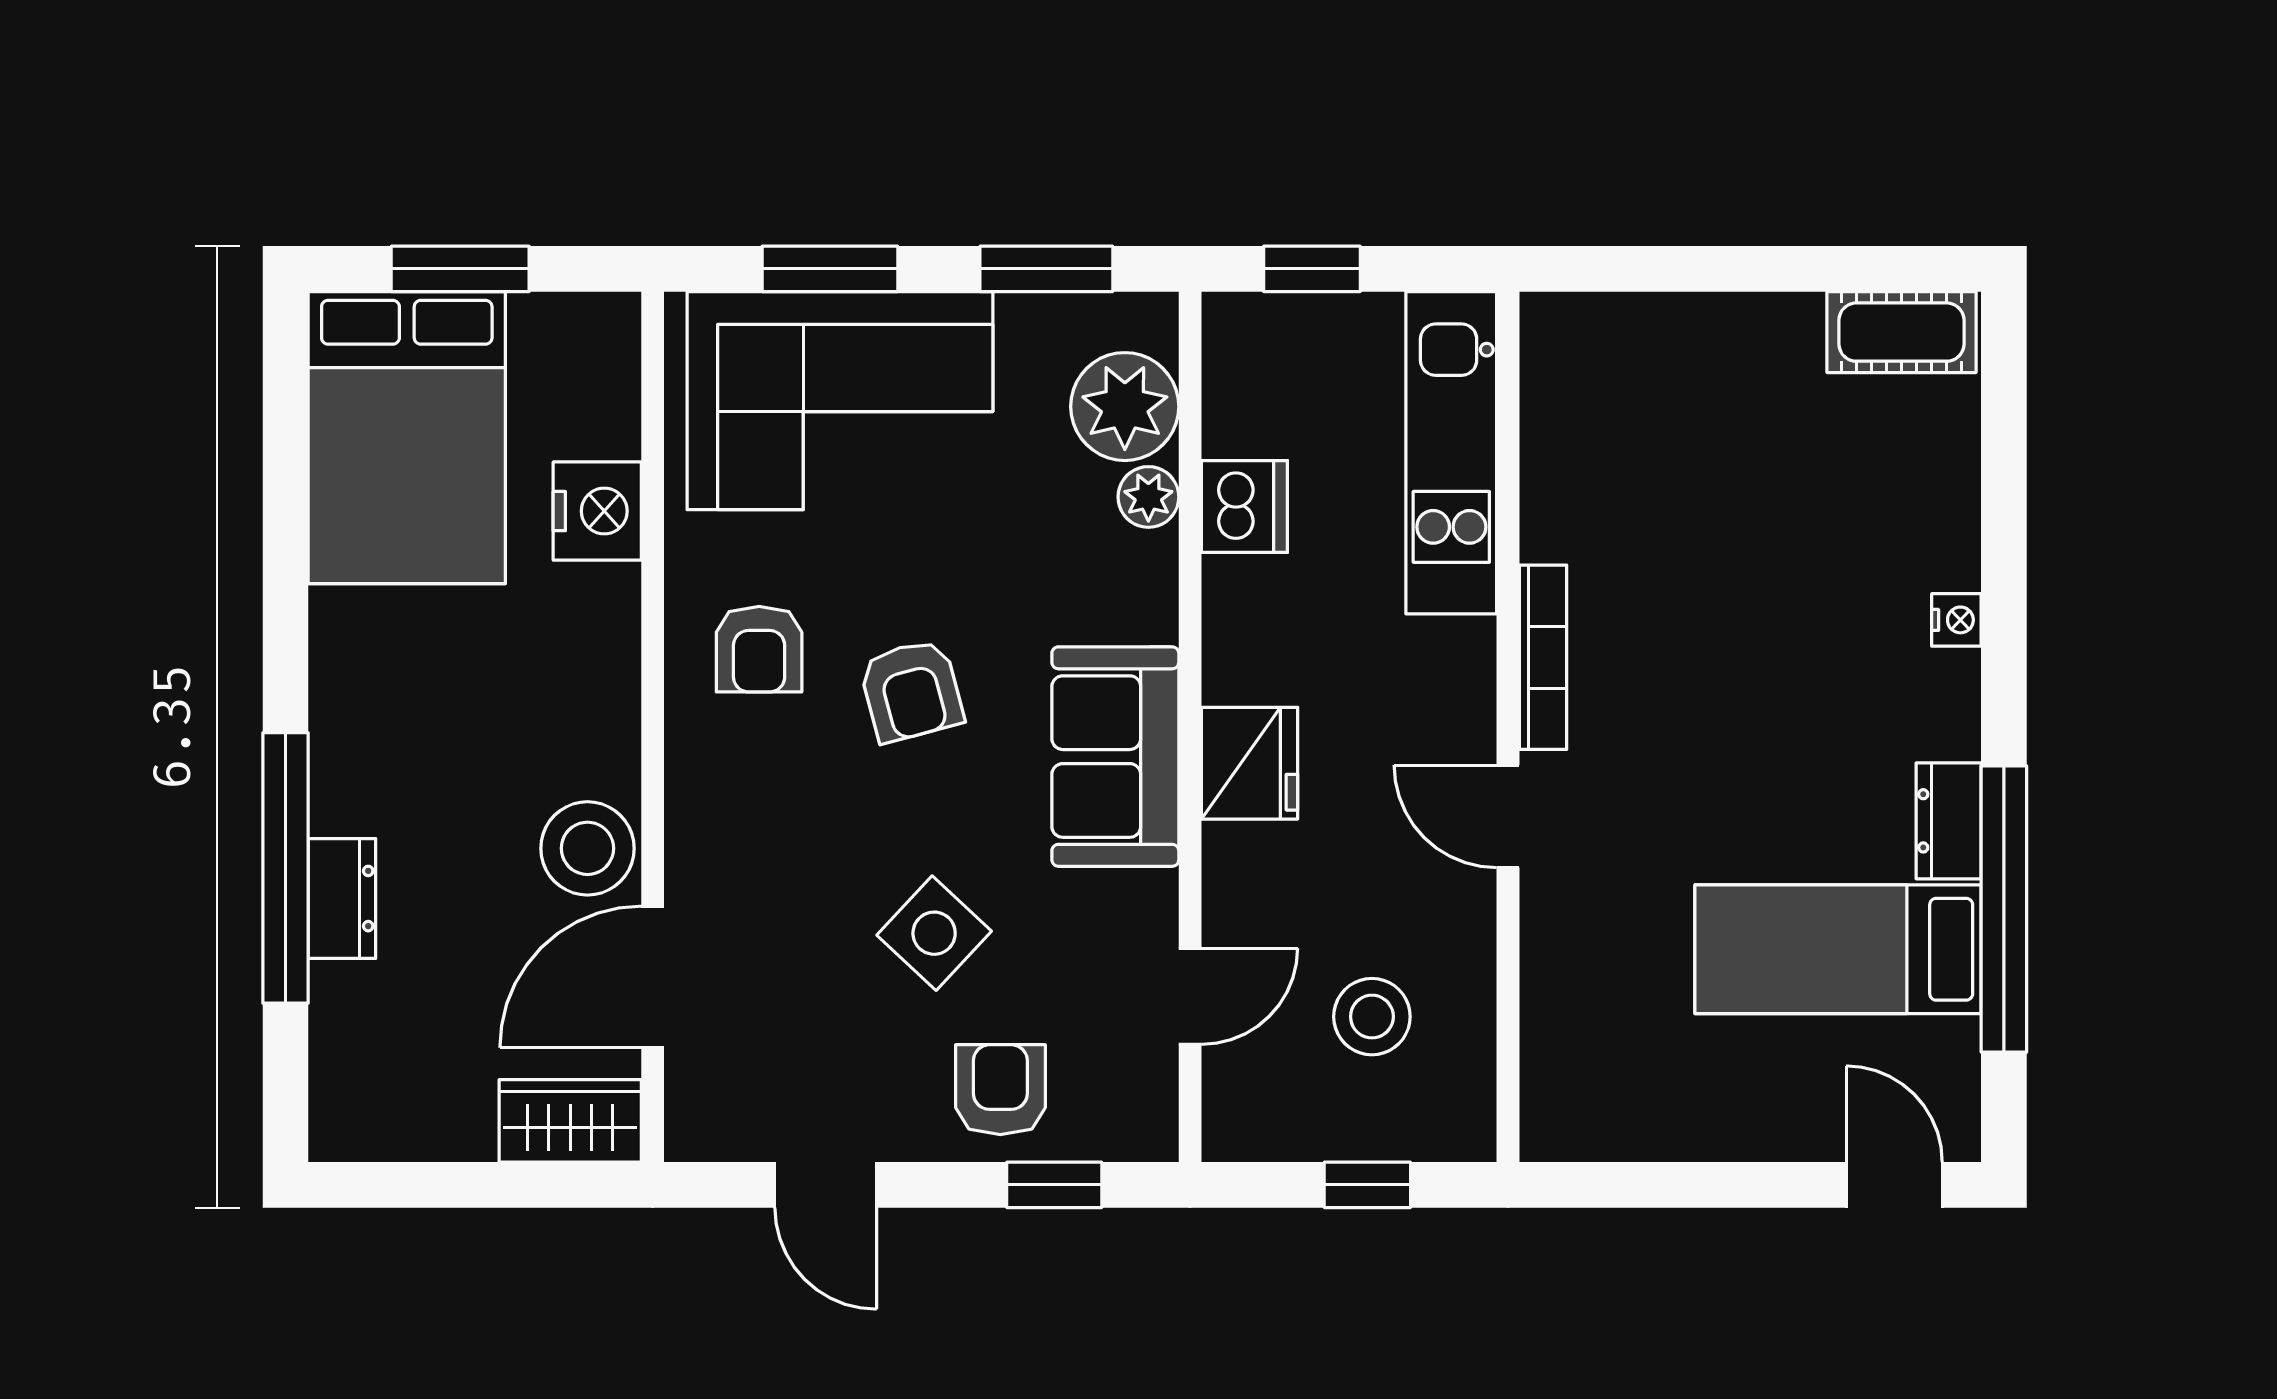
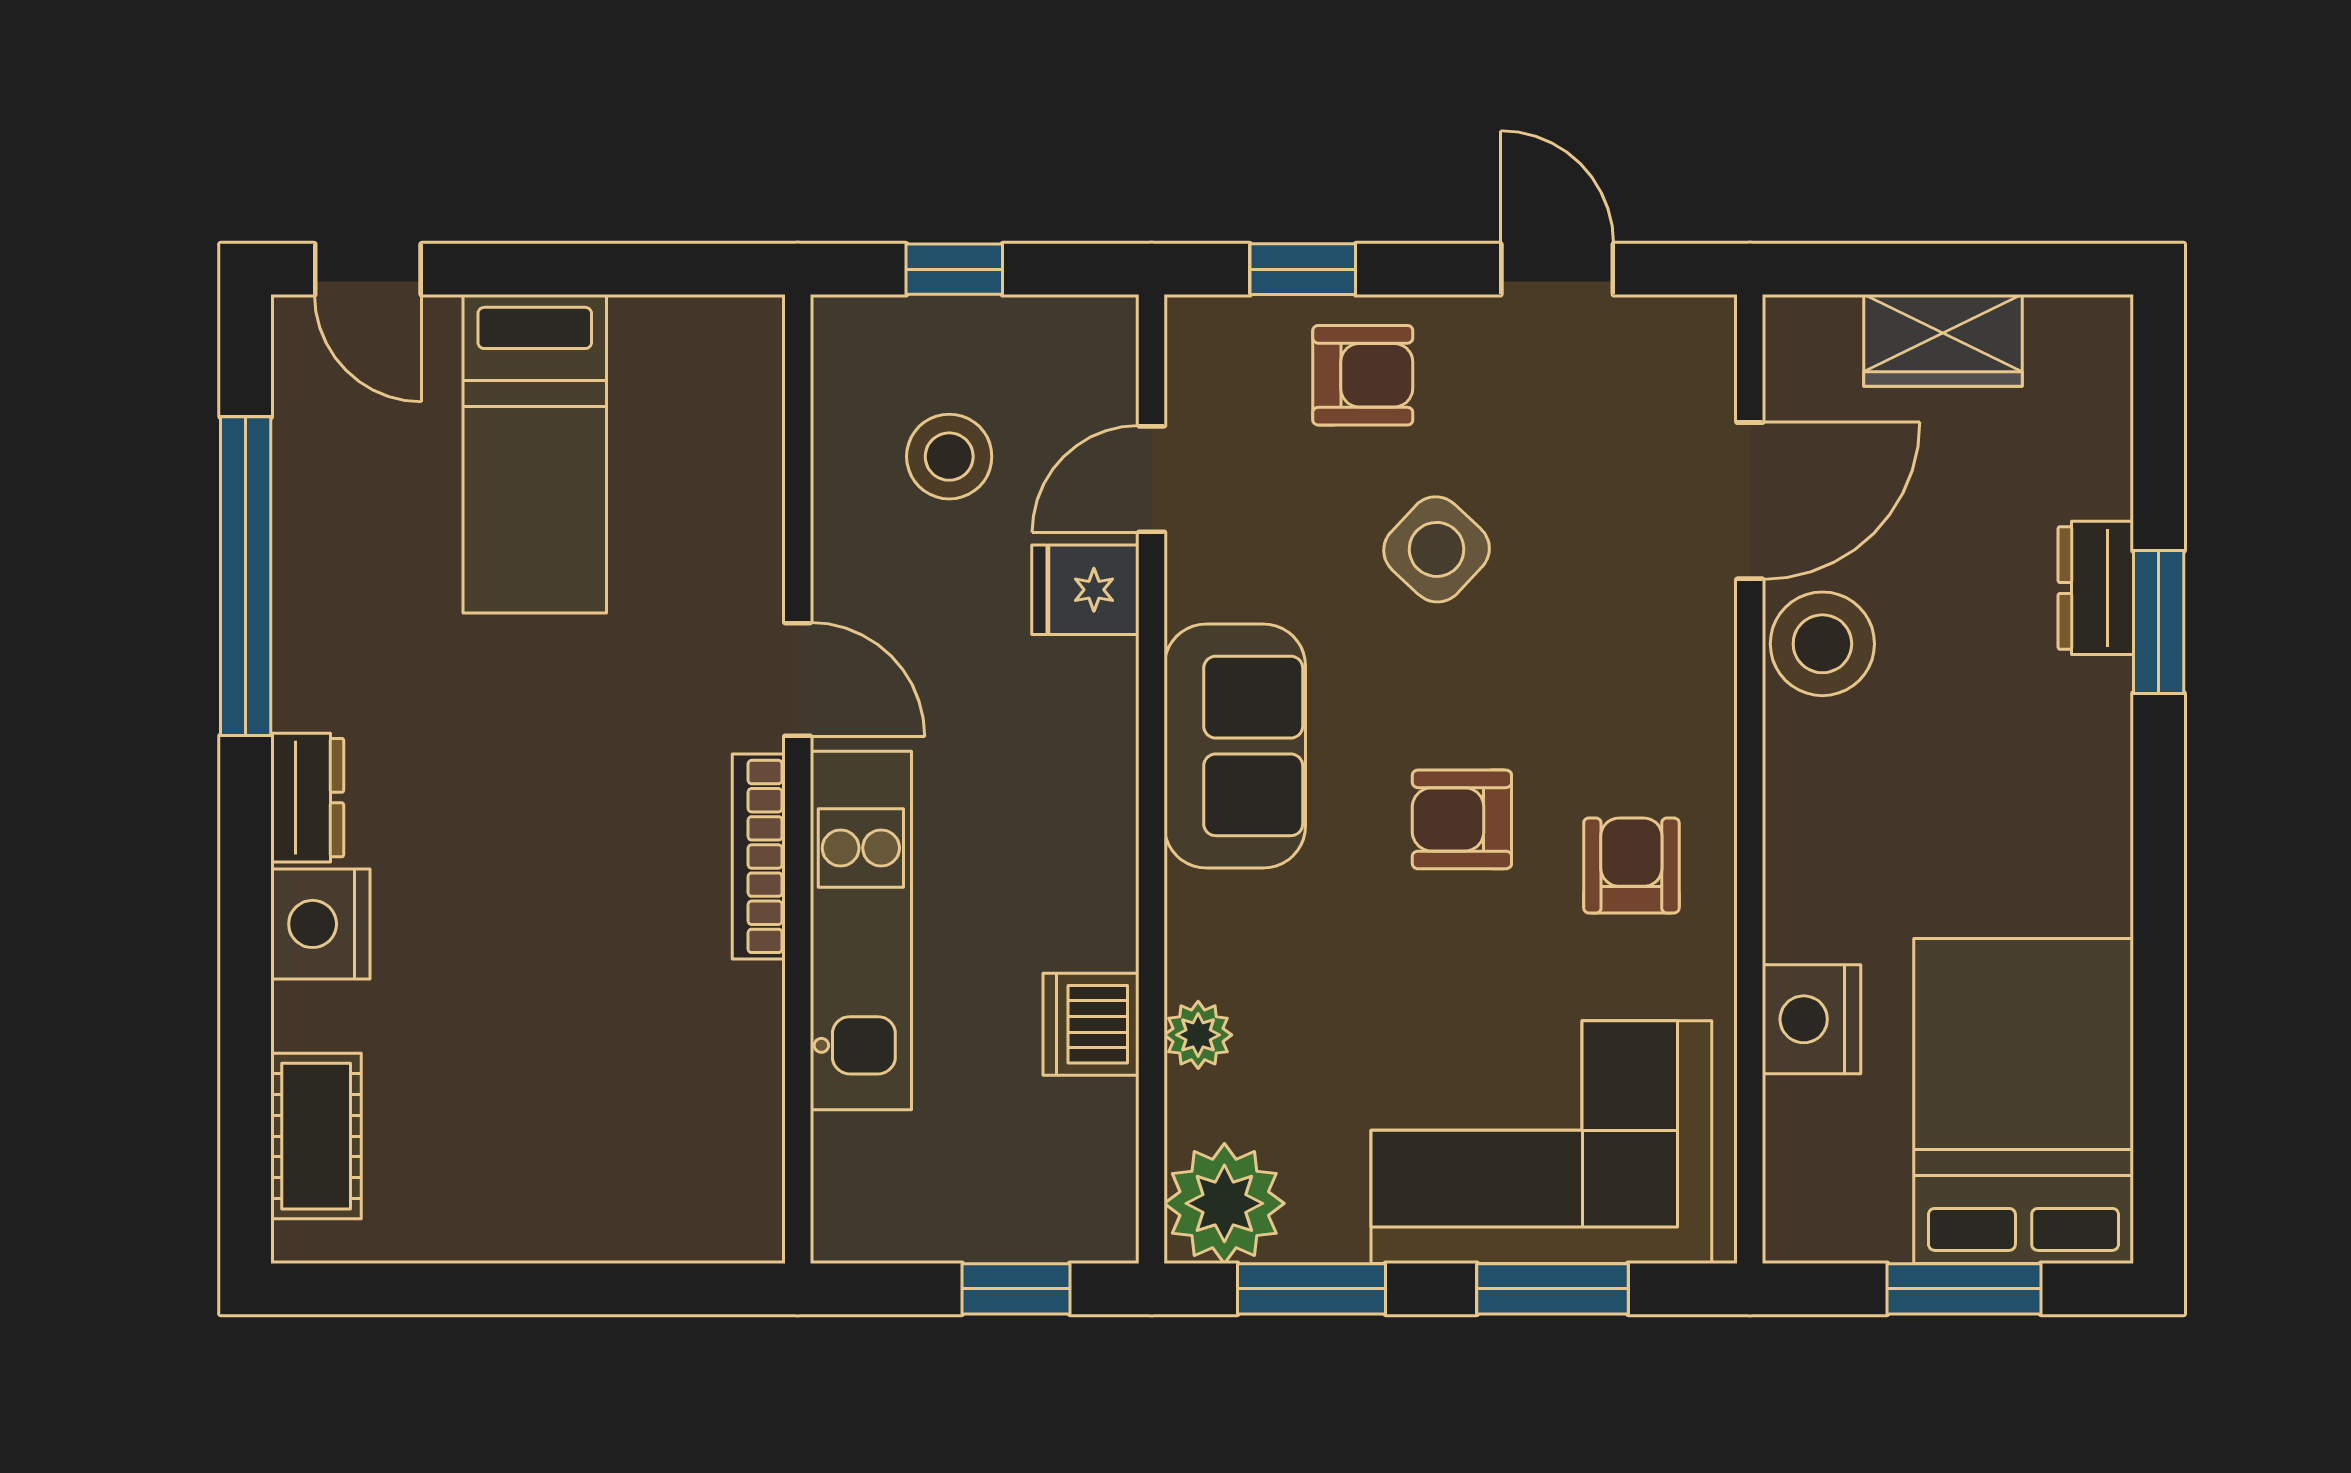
cot: (1901, 332) -> (316, 1136), moved, turned 90
plant: (1125, 407) -> (1224, 1203), moved
kitchen unit: (1451, 453) -> (861, 931), moved
nightstand: (1956, 620) -> (320, 924), width x1.89, depth x1.79
armchair: (911, 691) -> (1462, 819), turned -75
fridge: (1250, 763) -> (1085, 590), moved, width x0.72
dresser: (1949, 821) -> (307, 798), moved
window: (285, 868) -> (2159, 622), width x0.47
bed: (1838, 949) -> (535, 454), moved, turned 90
armchair: (1000, 1090) -> (1363, 375), turned -90
wardrobe: (570, 1121) -> (1943, 340), moved

